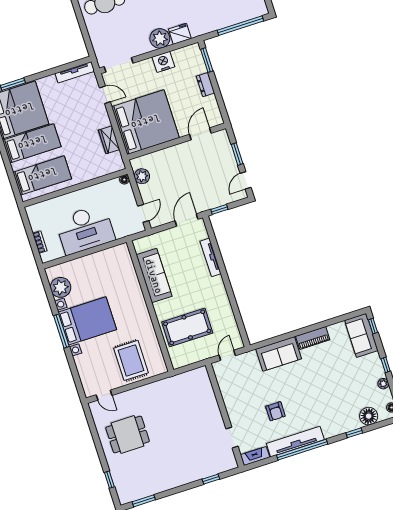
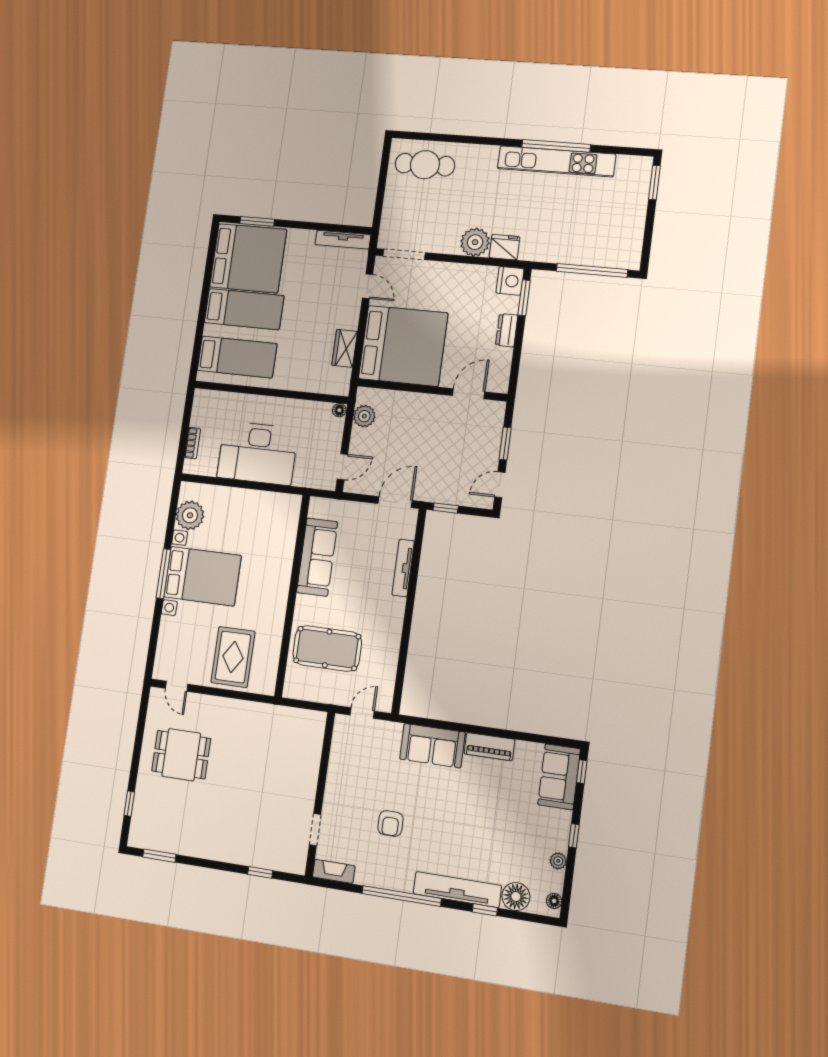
nightstand: (163, 62) -> (510, 281), moved, turned 90
tv unit: (295, 442) -> (457, 890), moved

